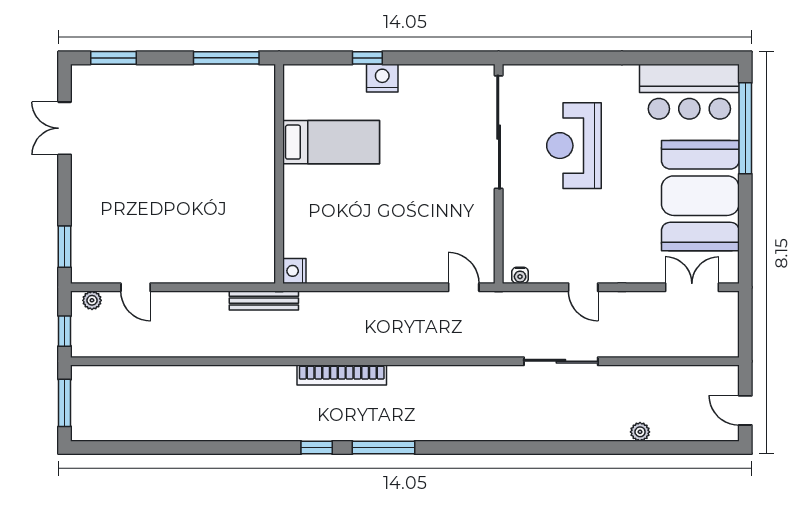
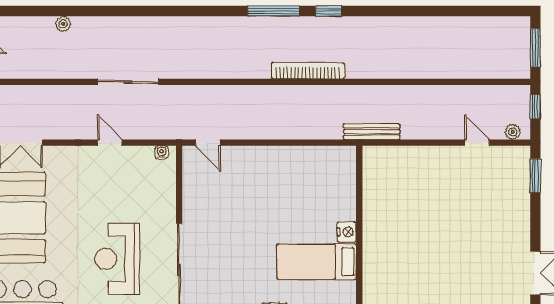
reception desk: (574, 146) -> (117, 259), turned 180
nightstand: (294, 271) -> (347, 232), moved

